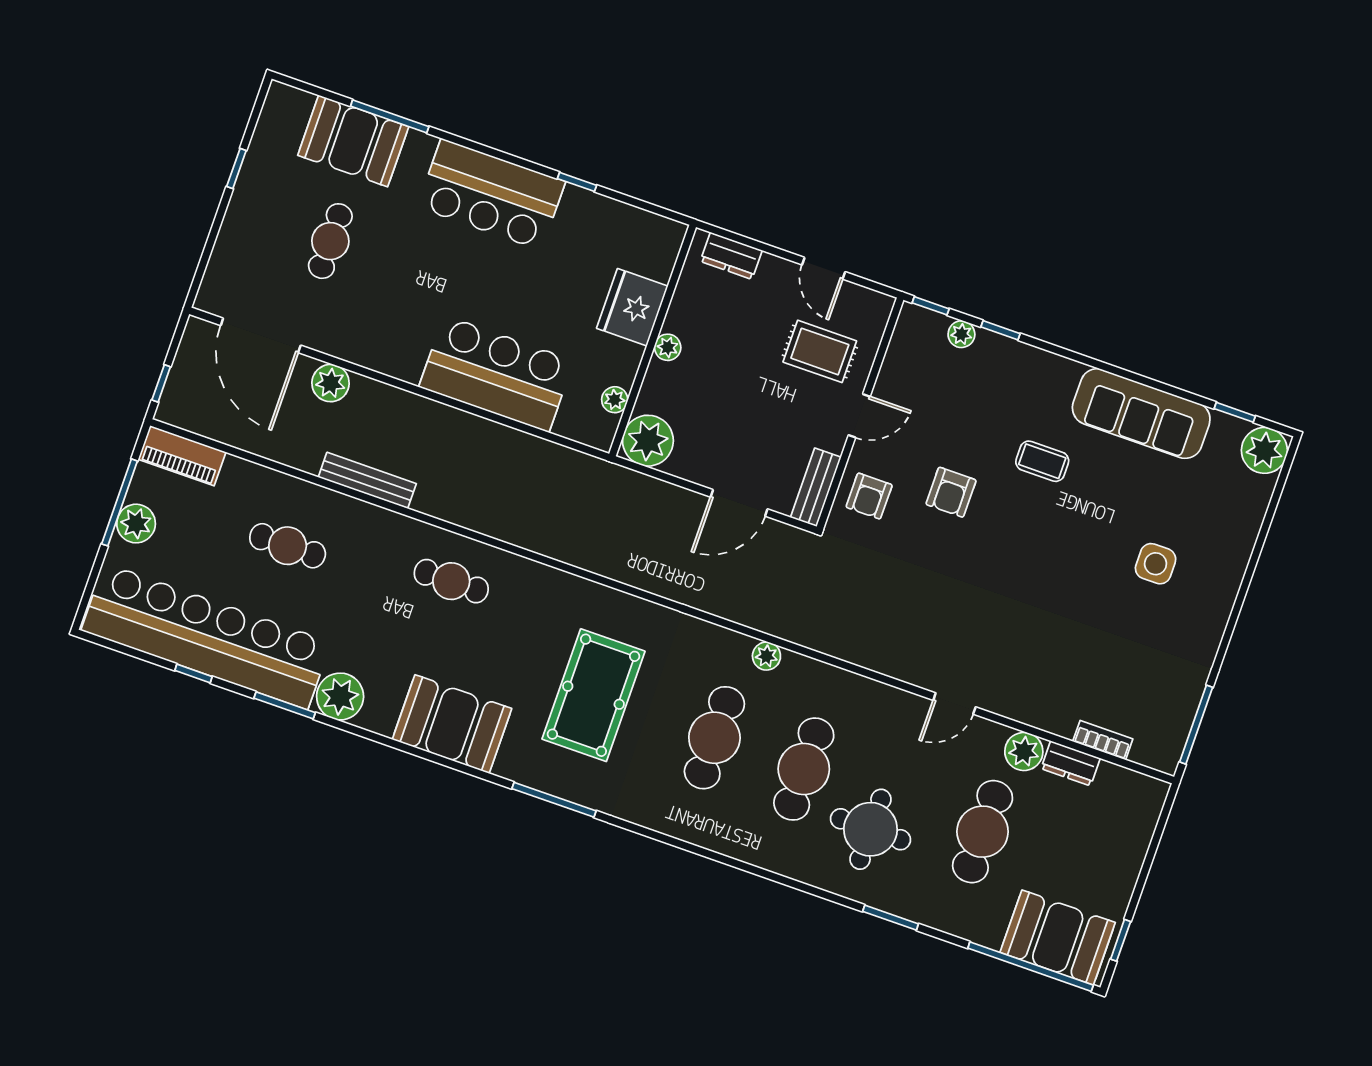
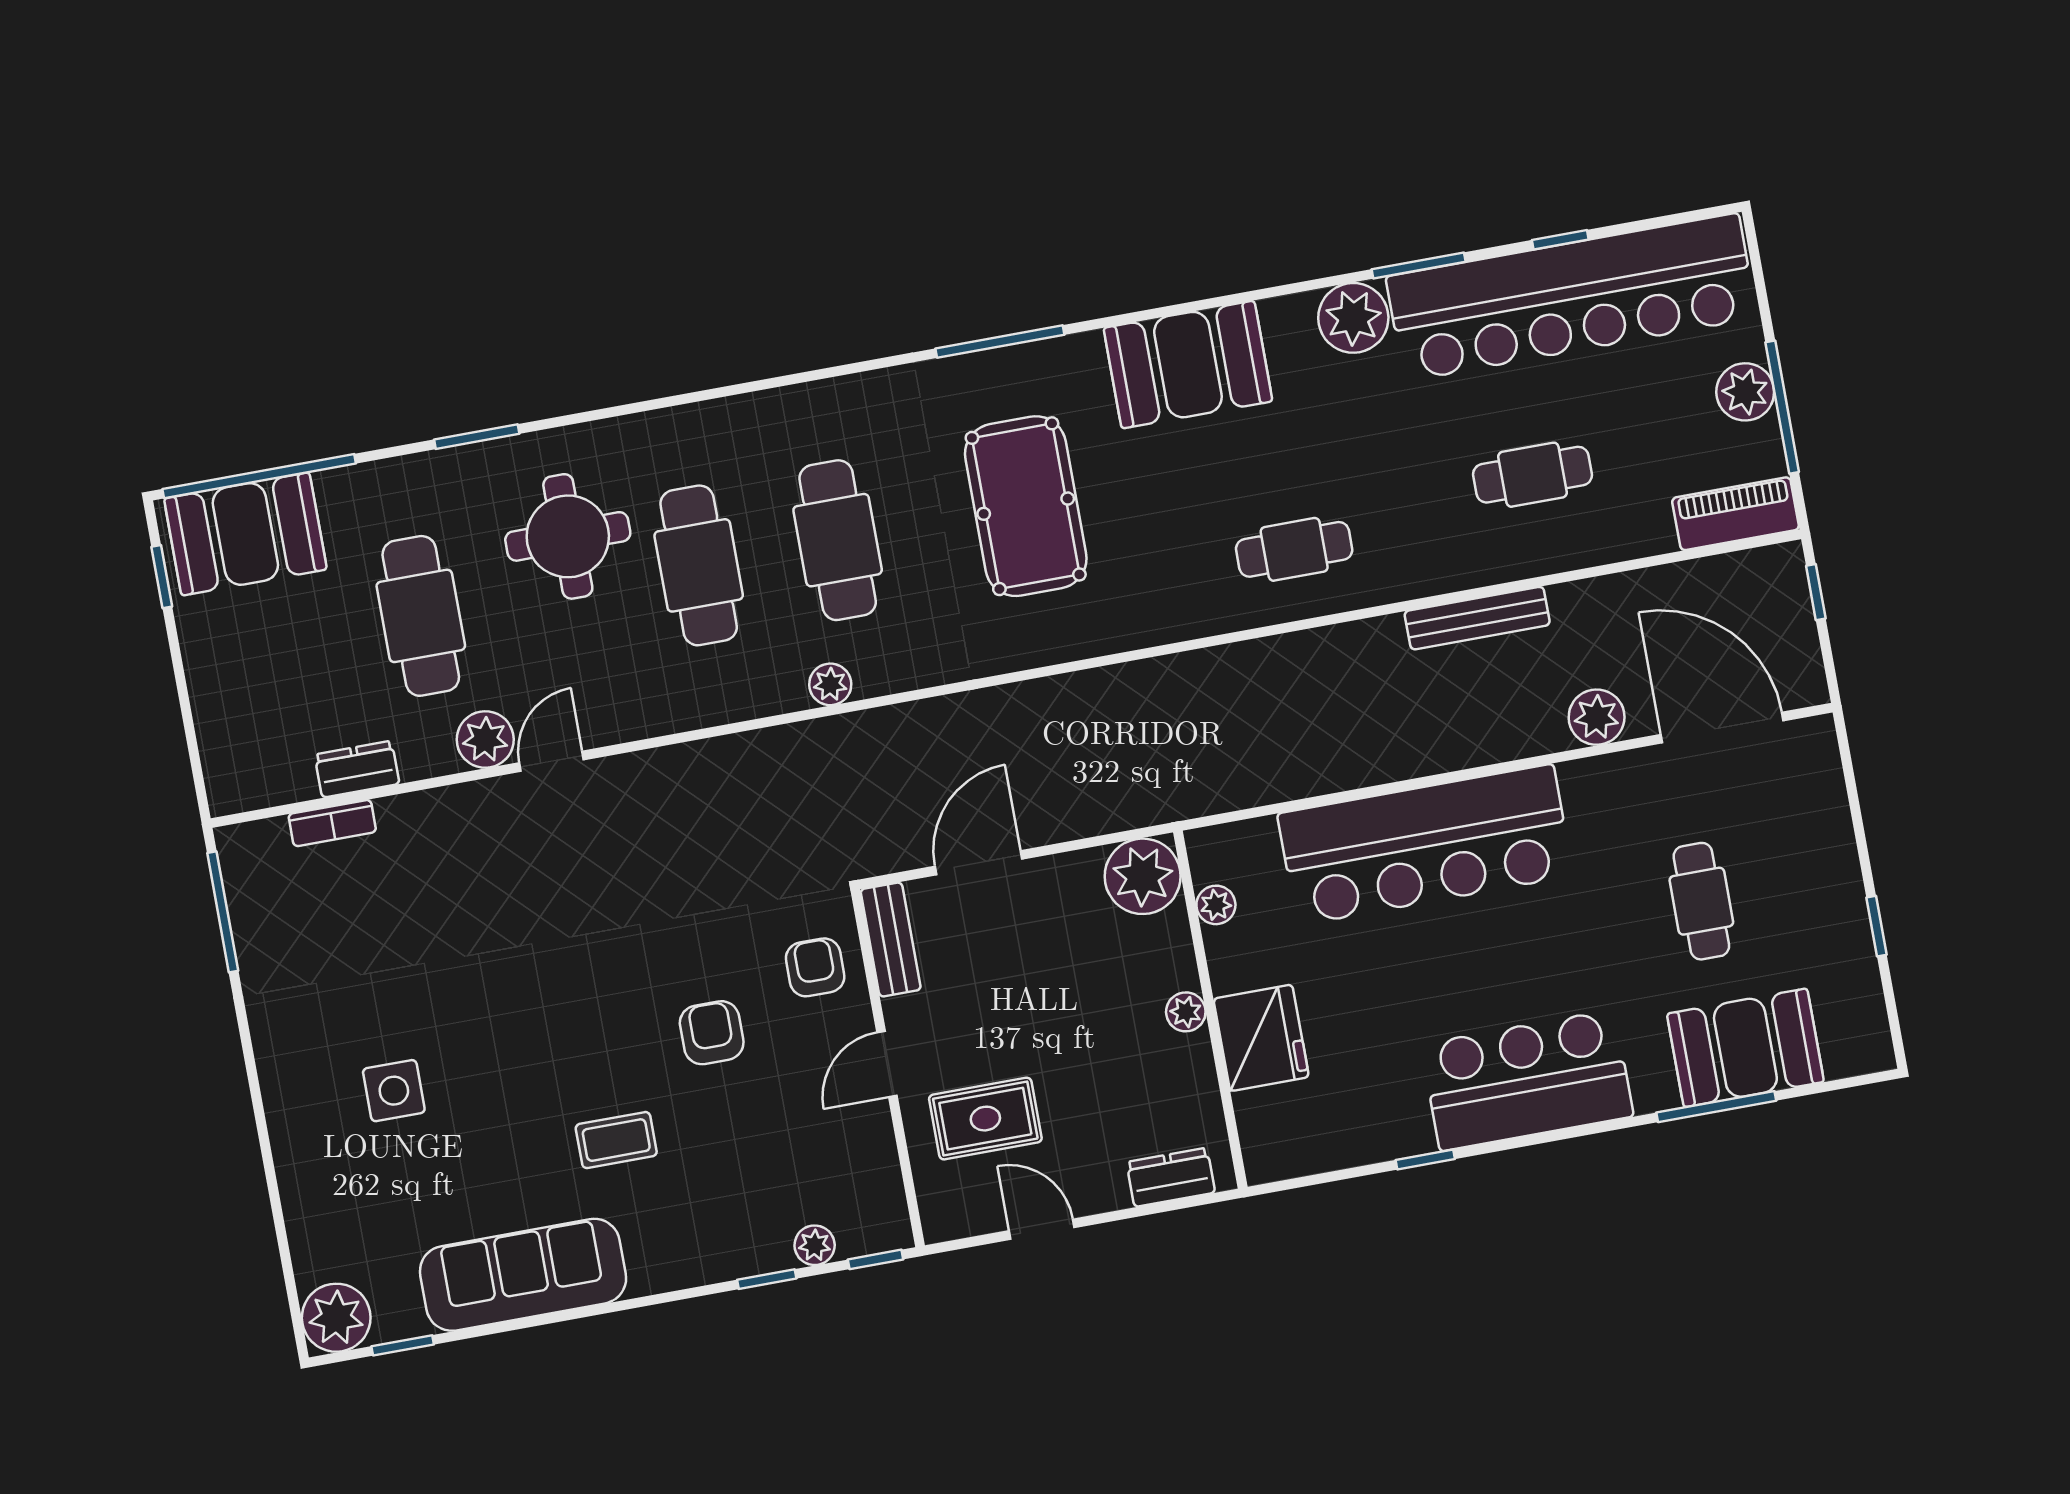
bar counter: (496, 374) -> (1425, 845), width x1.36
plant: (1024, 751) -> (485, 739), moved

